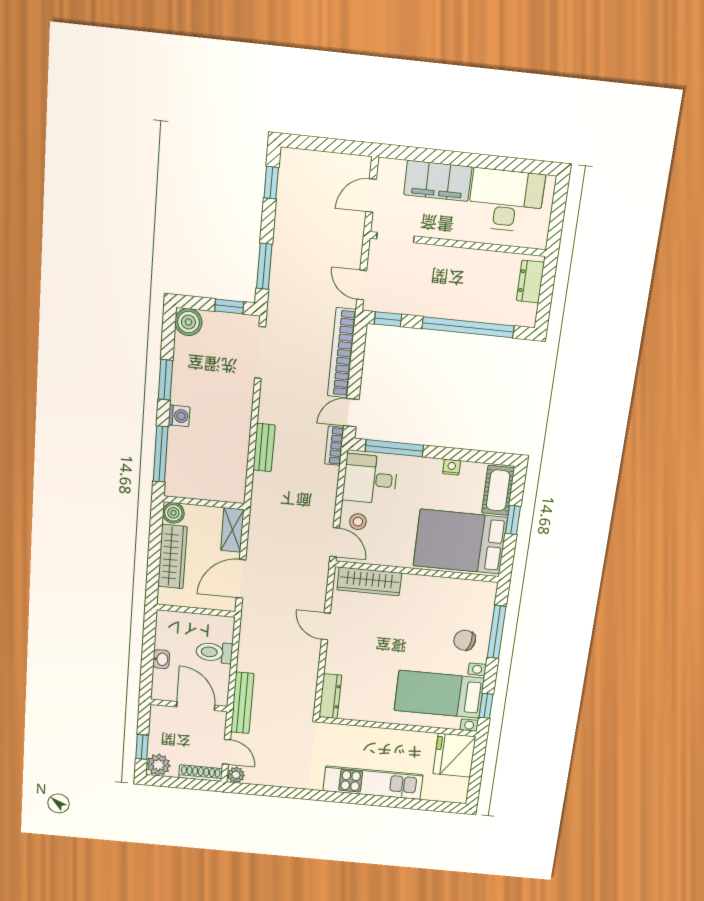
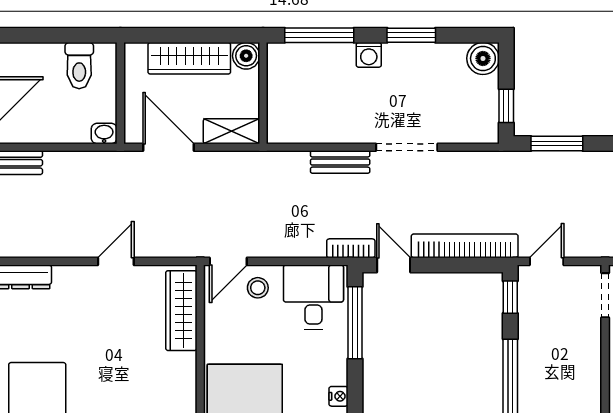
doorway: (260, 353) -> (407, 147), moved
toilet: (214, 652) -> (79, 66), moved, turned 180
washbasin: (161, 659) -> (104, 134), moved, turned 180

